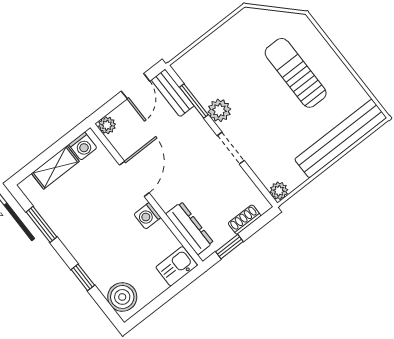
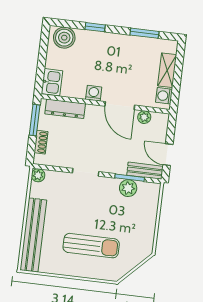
plant: (219, 110) -> (128, 188), moved
plant: (107, 125) -> (144, 117), moved
window: (229, 247) -> (35, 120), width x1.50

